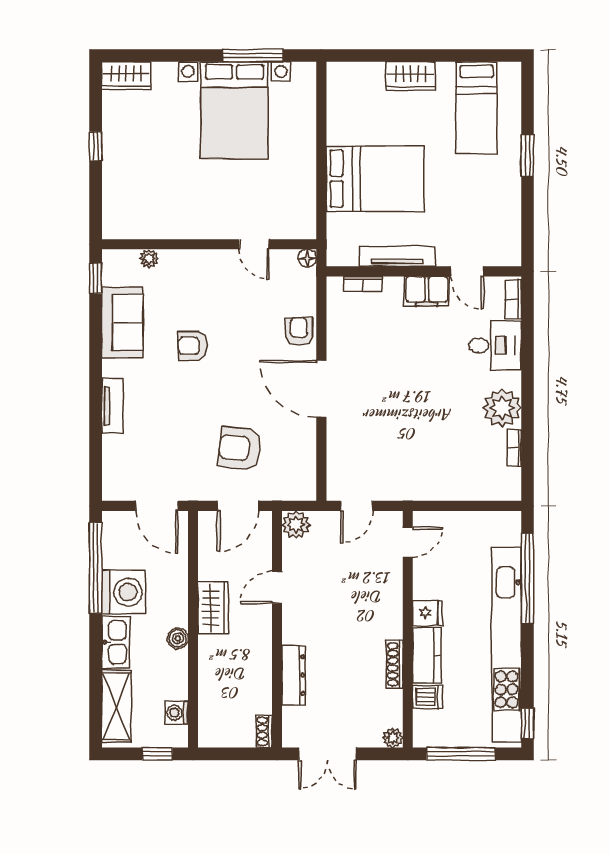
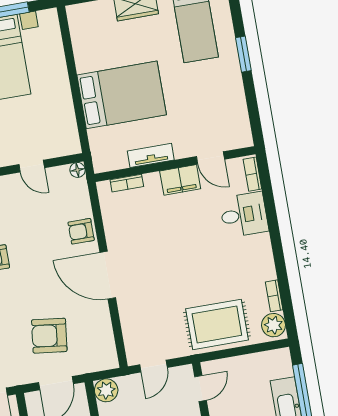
tv unit: (397, 256) -> (151, 155), width x0.71
armchair: (299, 332) -> (81, 231), turned -88
plant: (502, 408) -> (274, 325), moved, width x0.73, depth x0.73
rug: (440, 470) -> (217, 324), added

